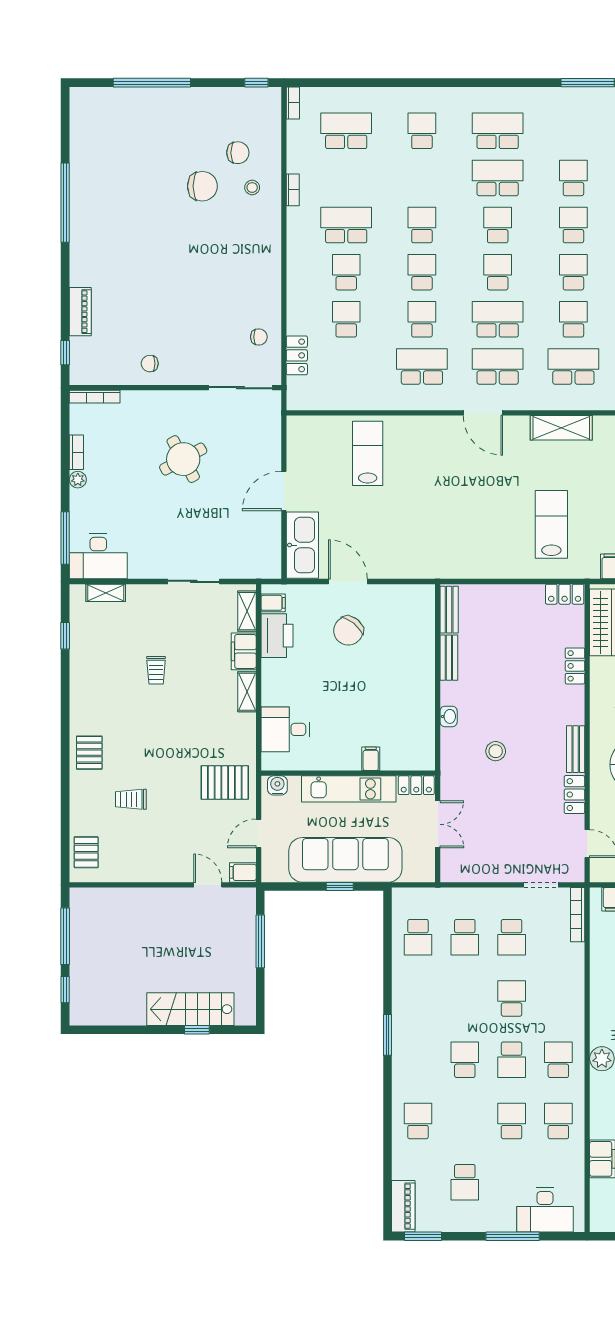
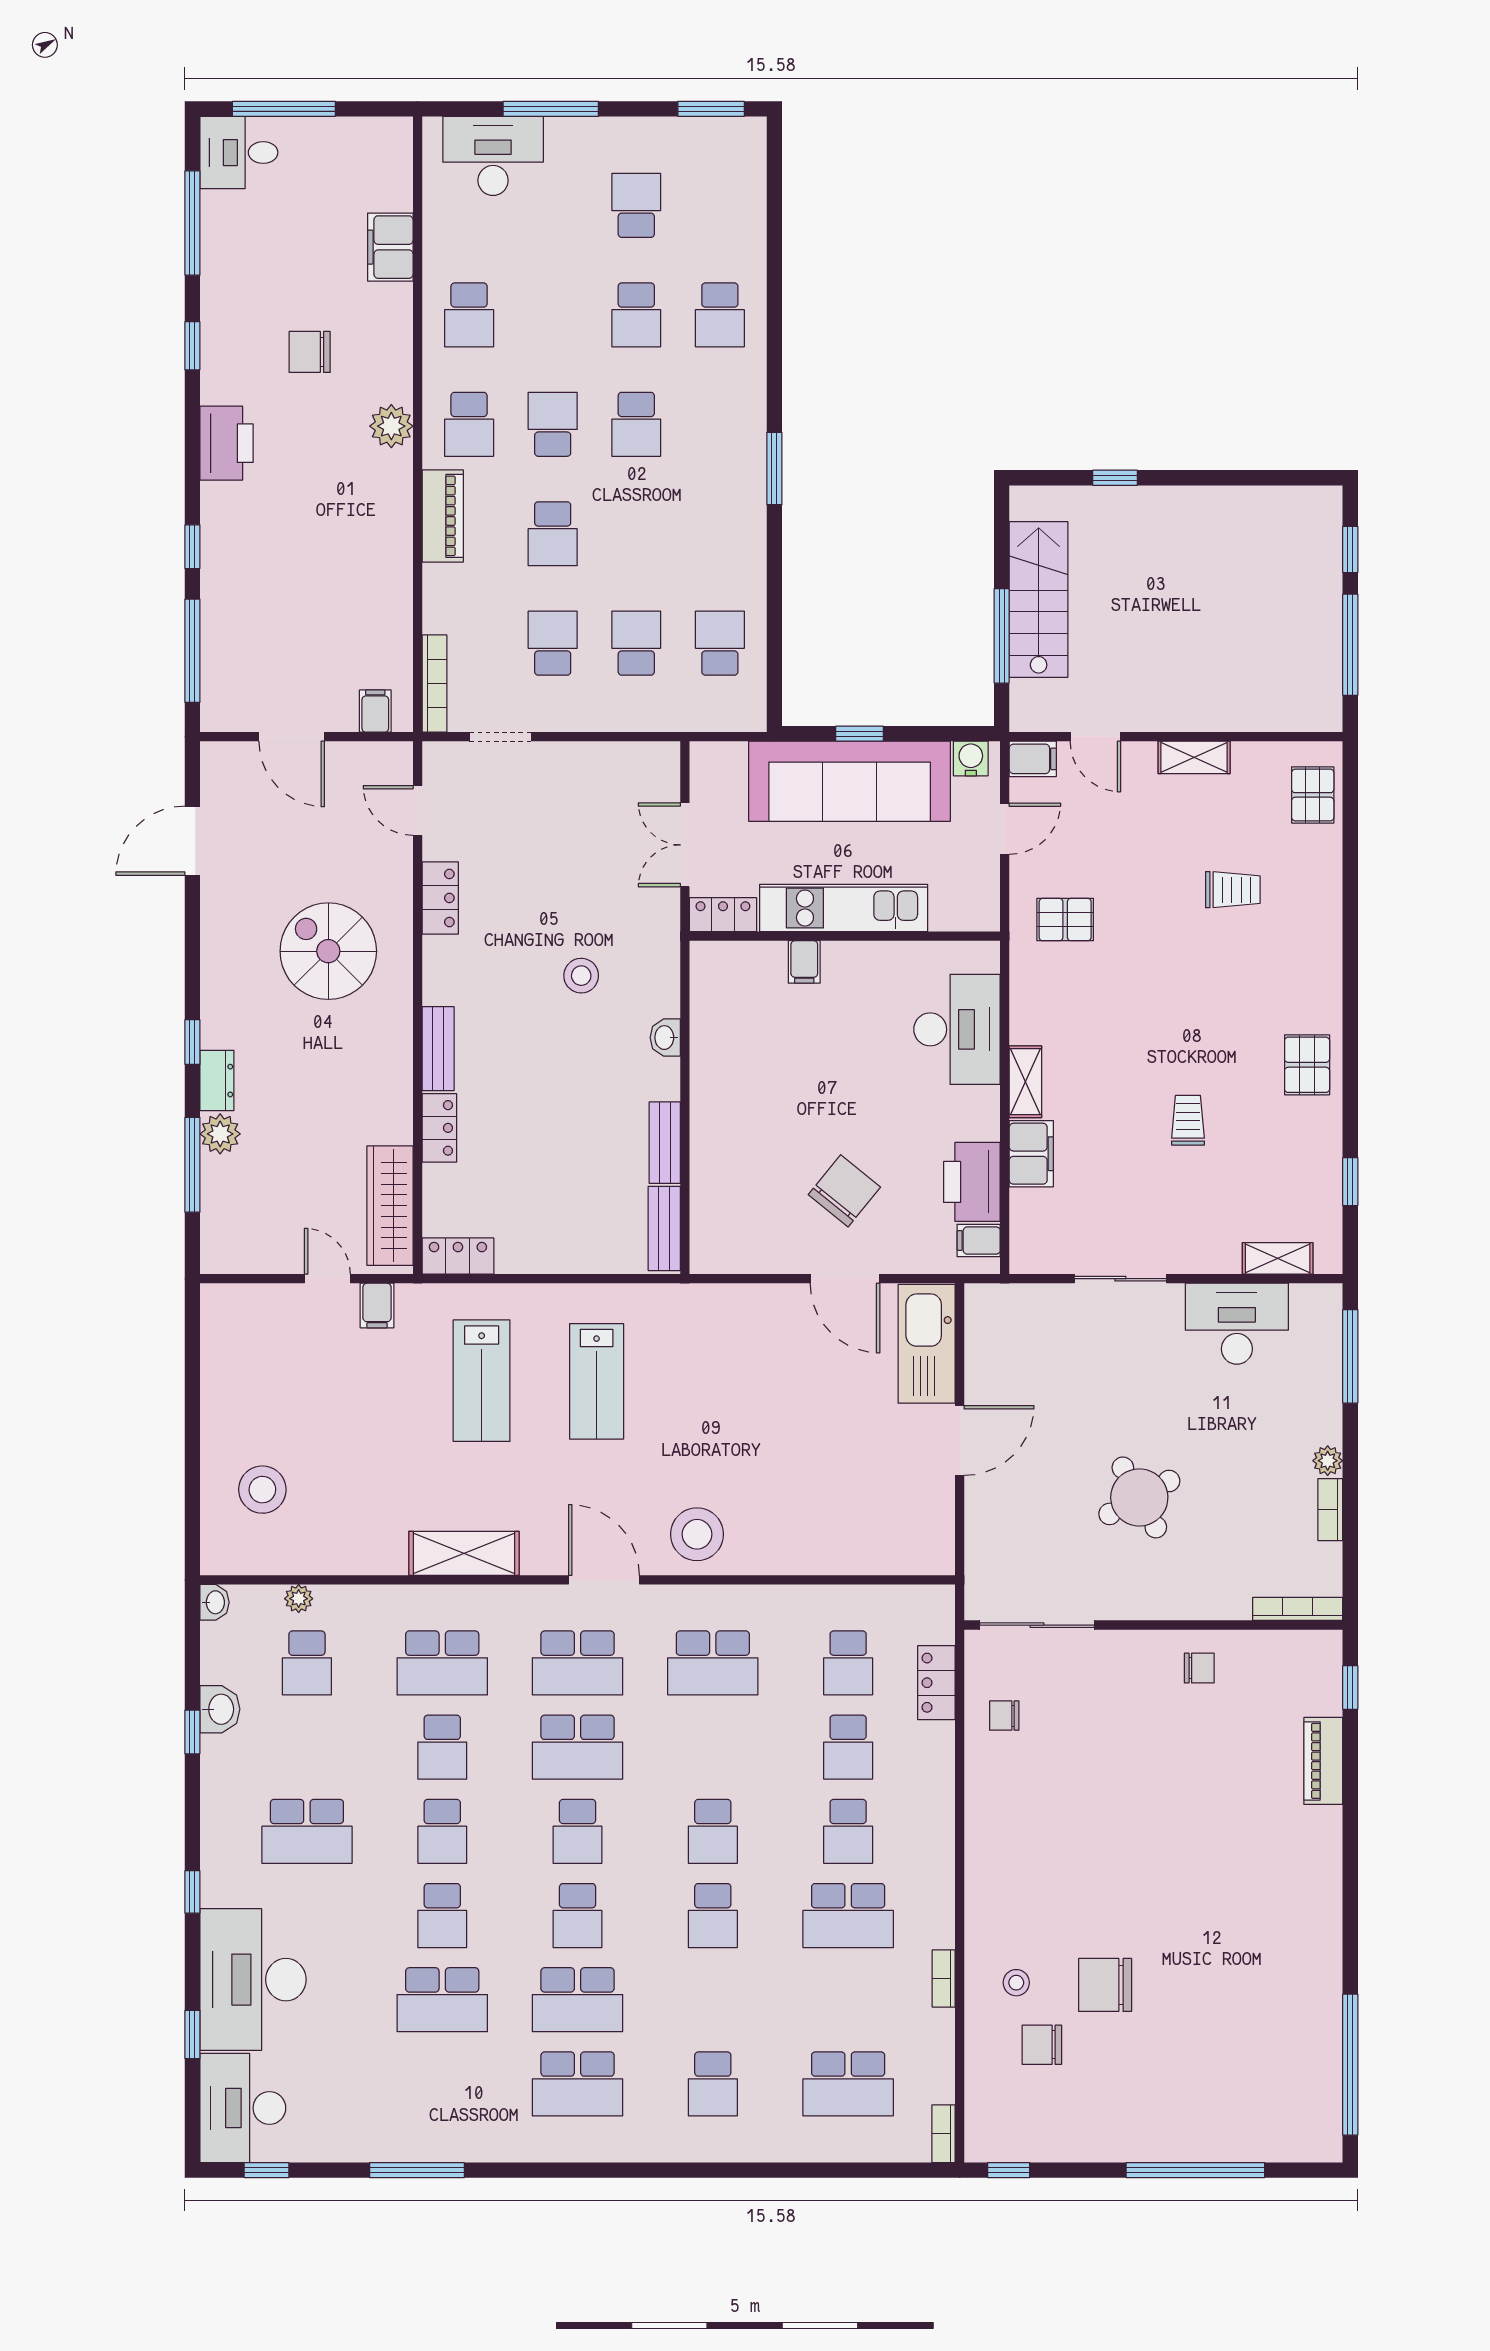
school desk: (573, 178) -> (442, 2000), width x1.85
window: (65, 203) -> (1350, 2065), moved
school desk: (422, 319) -> (848, 1663), moved
stool: (431, 438) -> (697, 1534), added
lab bench: (368, 453) -> (597, 1381), moved
desk: (98, 556) -> (1237, 1324), moved
shelving: (247, 611) -> (1194, 757), moved, turned 90
desk: (285, 729) -> (957, 1029), width x1.37
bench: (576, 749) -> (438, 1049), moved
pallet: (89, 753) -> (1307, 1065), moved
pallet: (225, 783) -> (1065, 920), width x0.67, depth x0.71
water cooler: (277, 785) -> (971, 759), moved, turned 180
stairs: (190, 1009) -> (1039, 599), moved, turned -90
school desk: (512, 1121) -> (636, 315), moved
piano: (403, 1206) -> (443, 516), moved, turned 180

